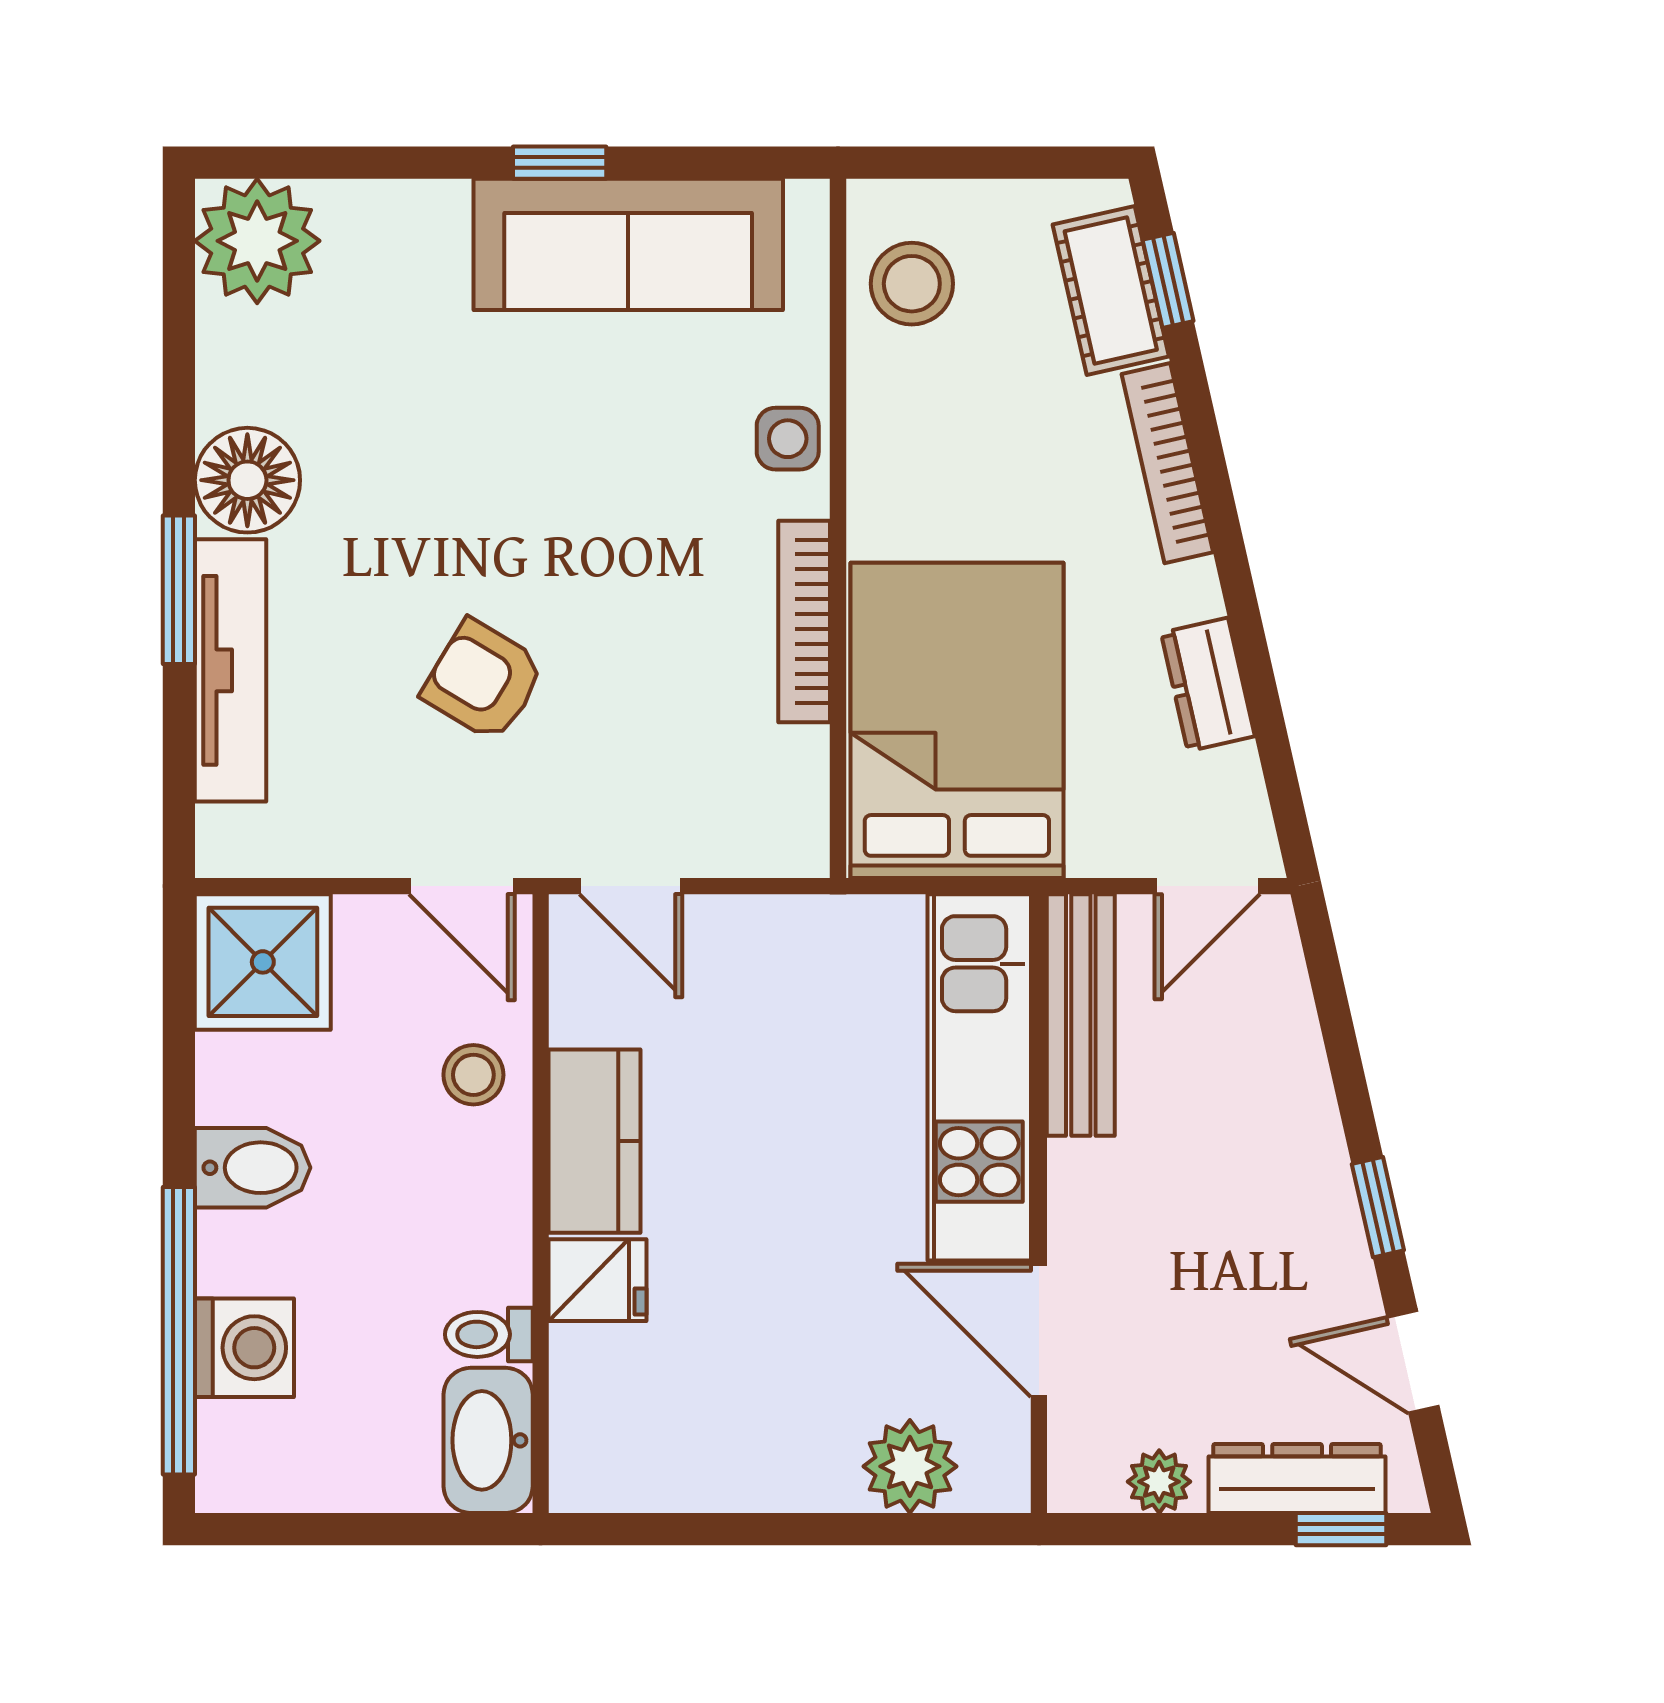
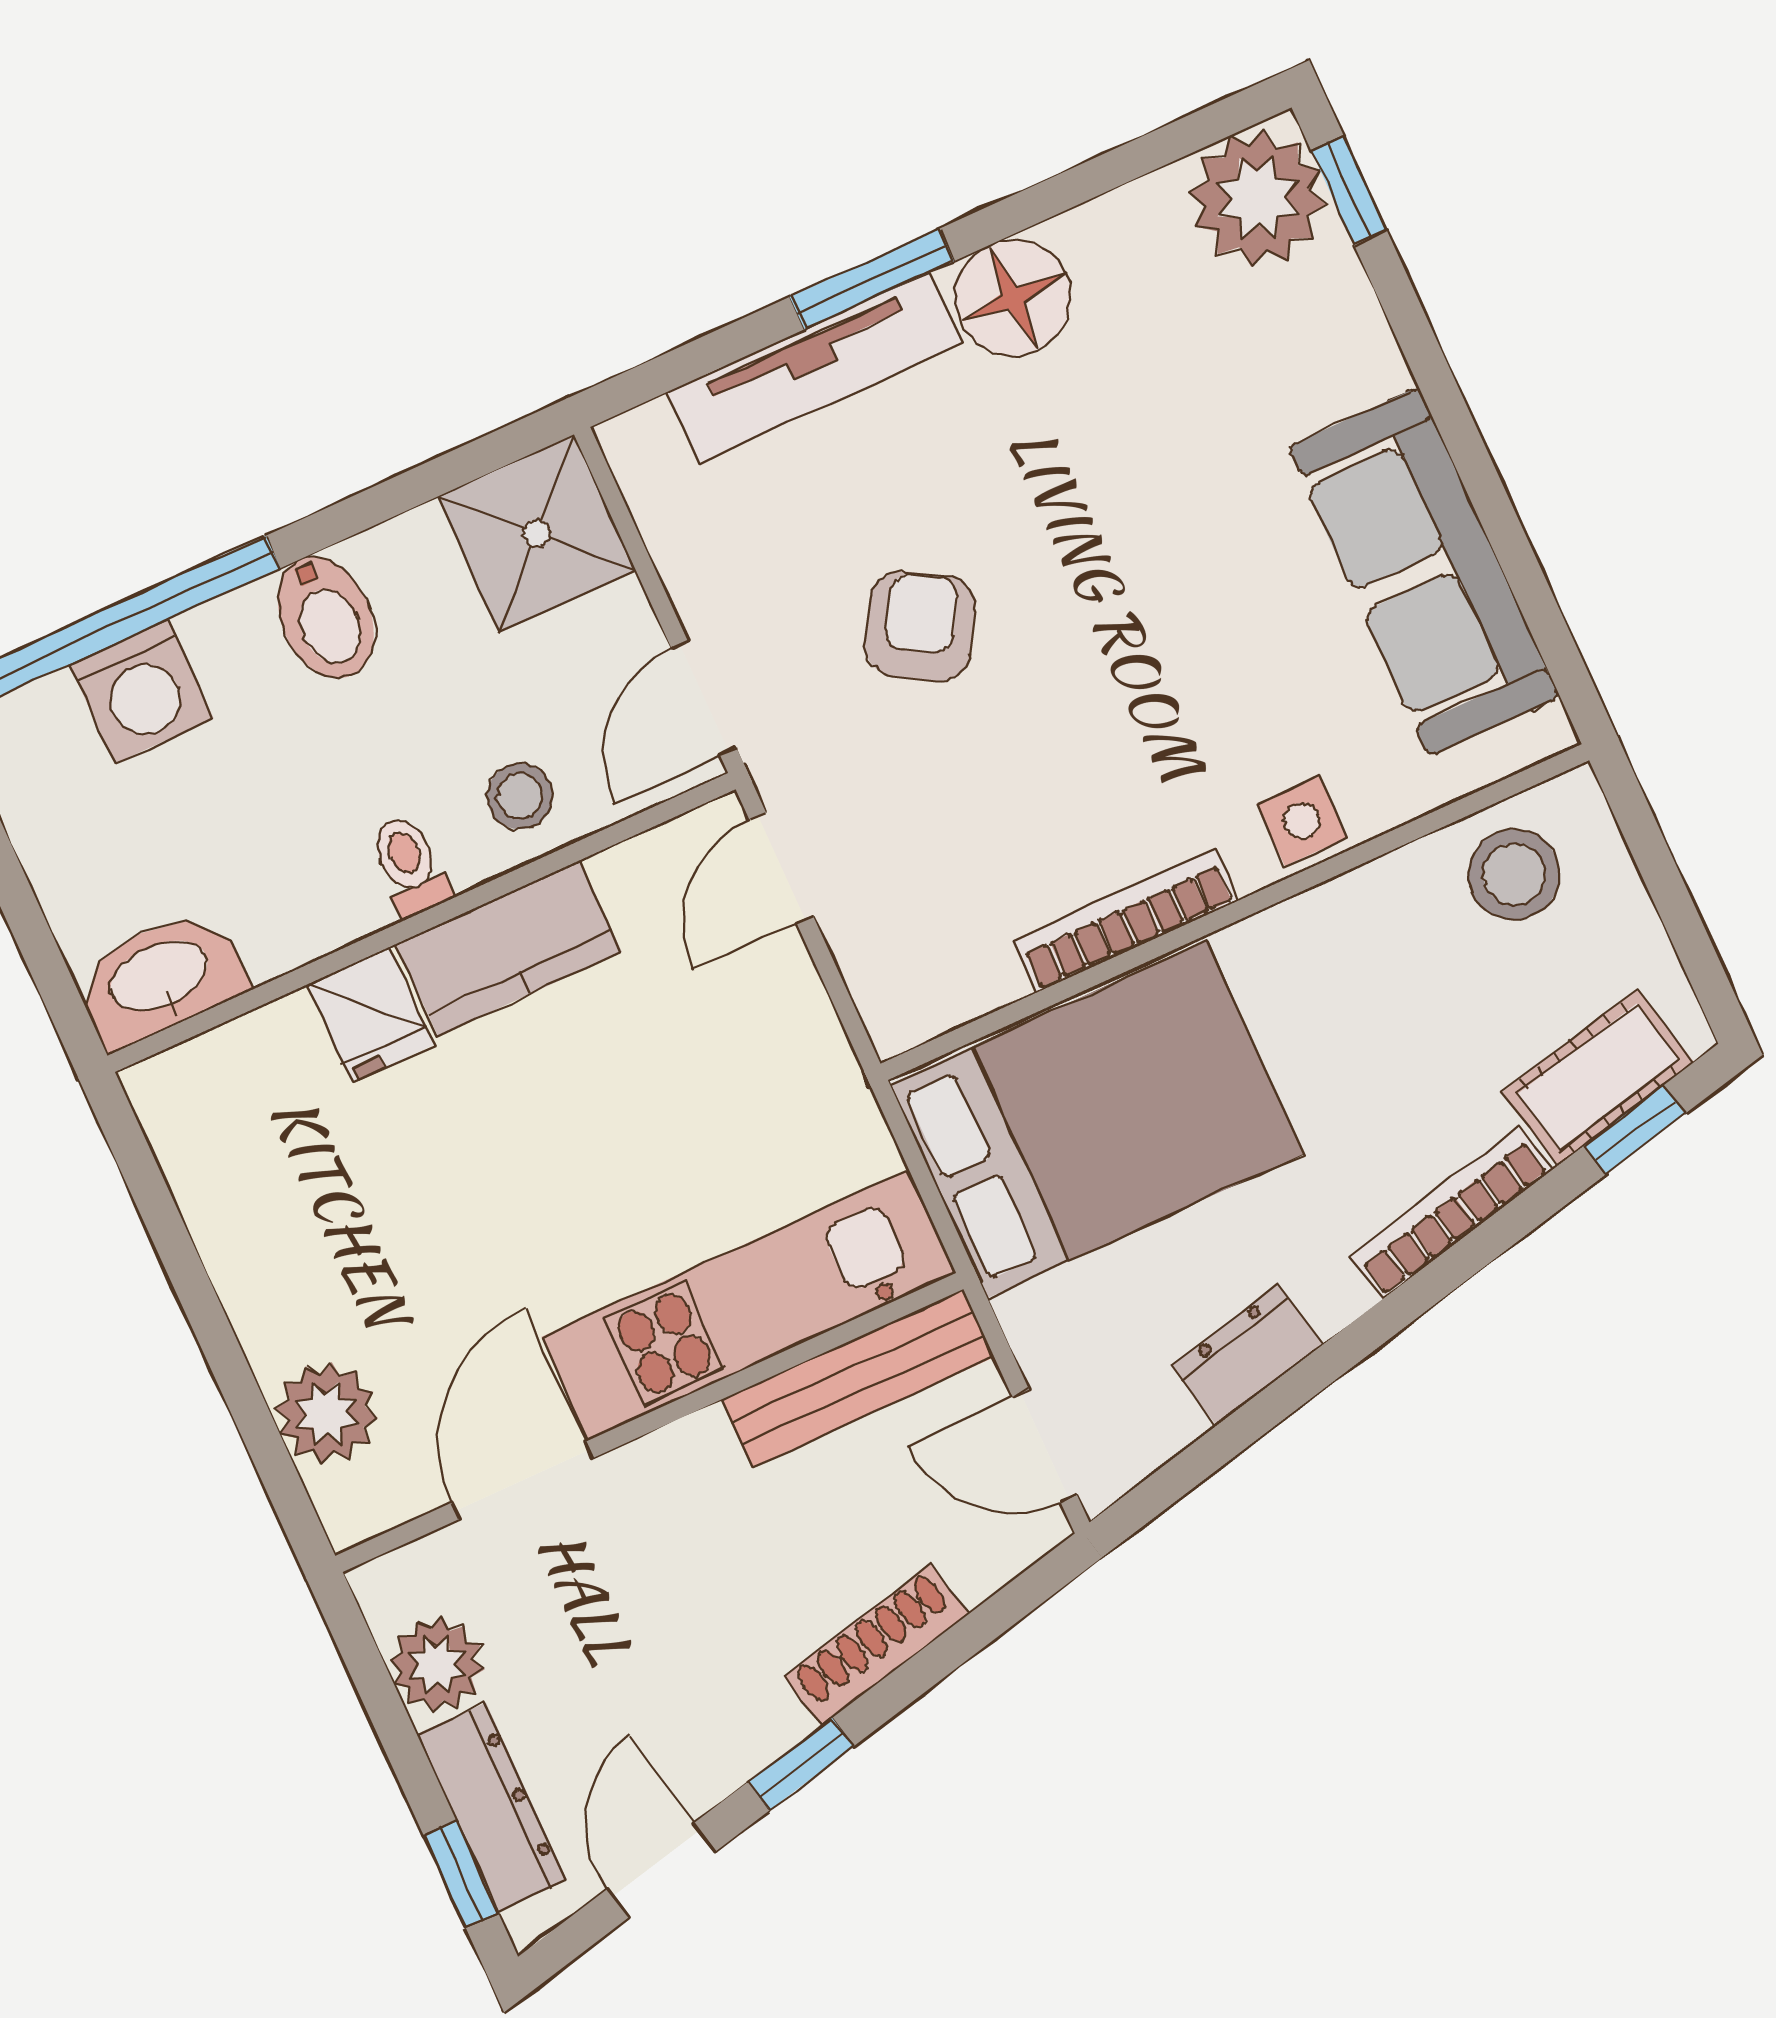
window: (560, 163) -> (1349, 190), moved
shoe rack: (1308, 1100) -> (876, 1645), added
toilet: (489, 1334) -> (410, 865), moved
plant: (1159, 1482) -> (437, 1665), width x1.38, depth x1.38

